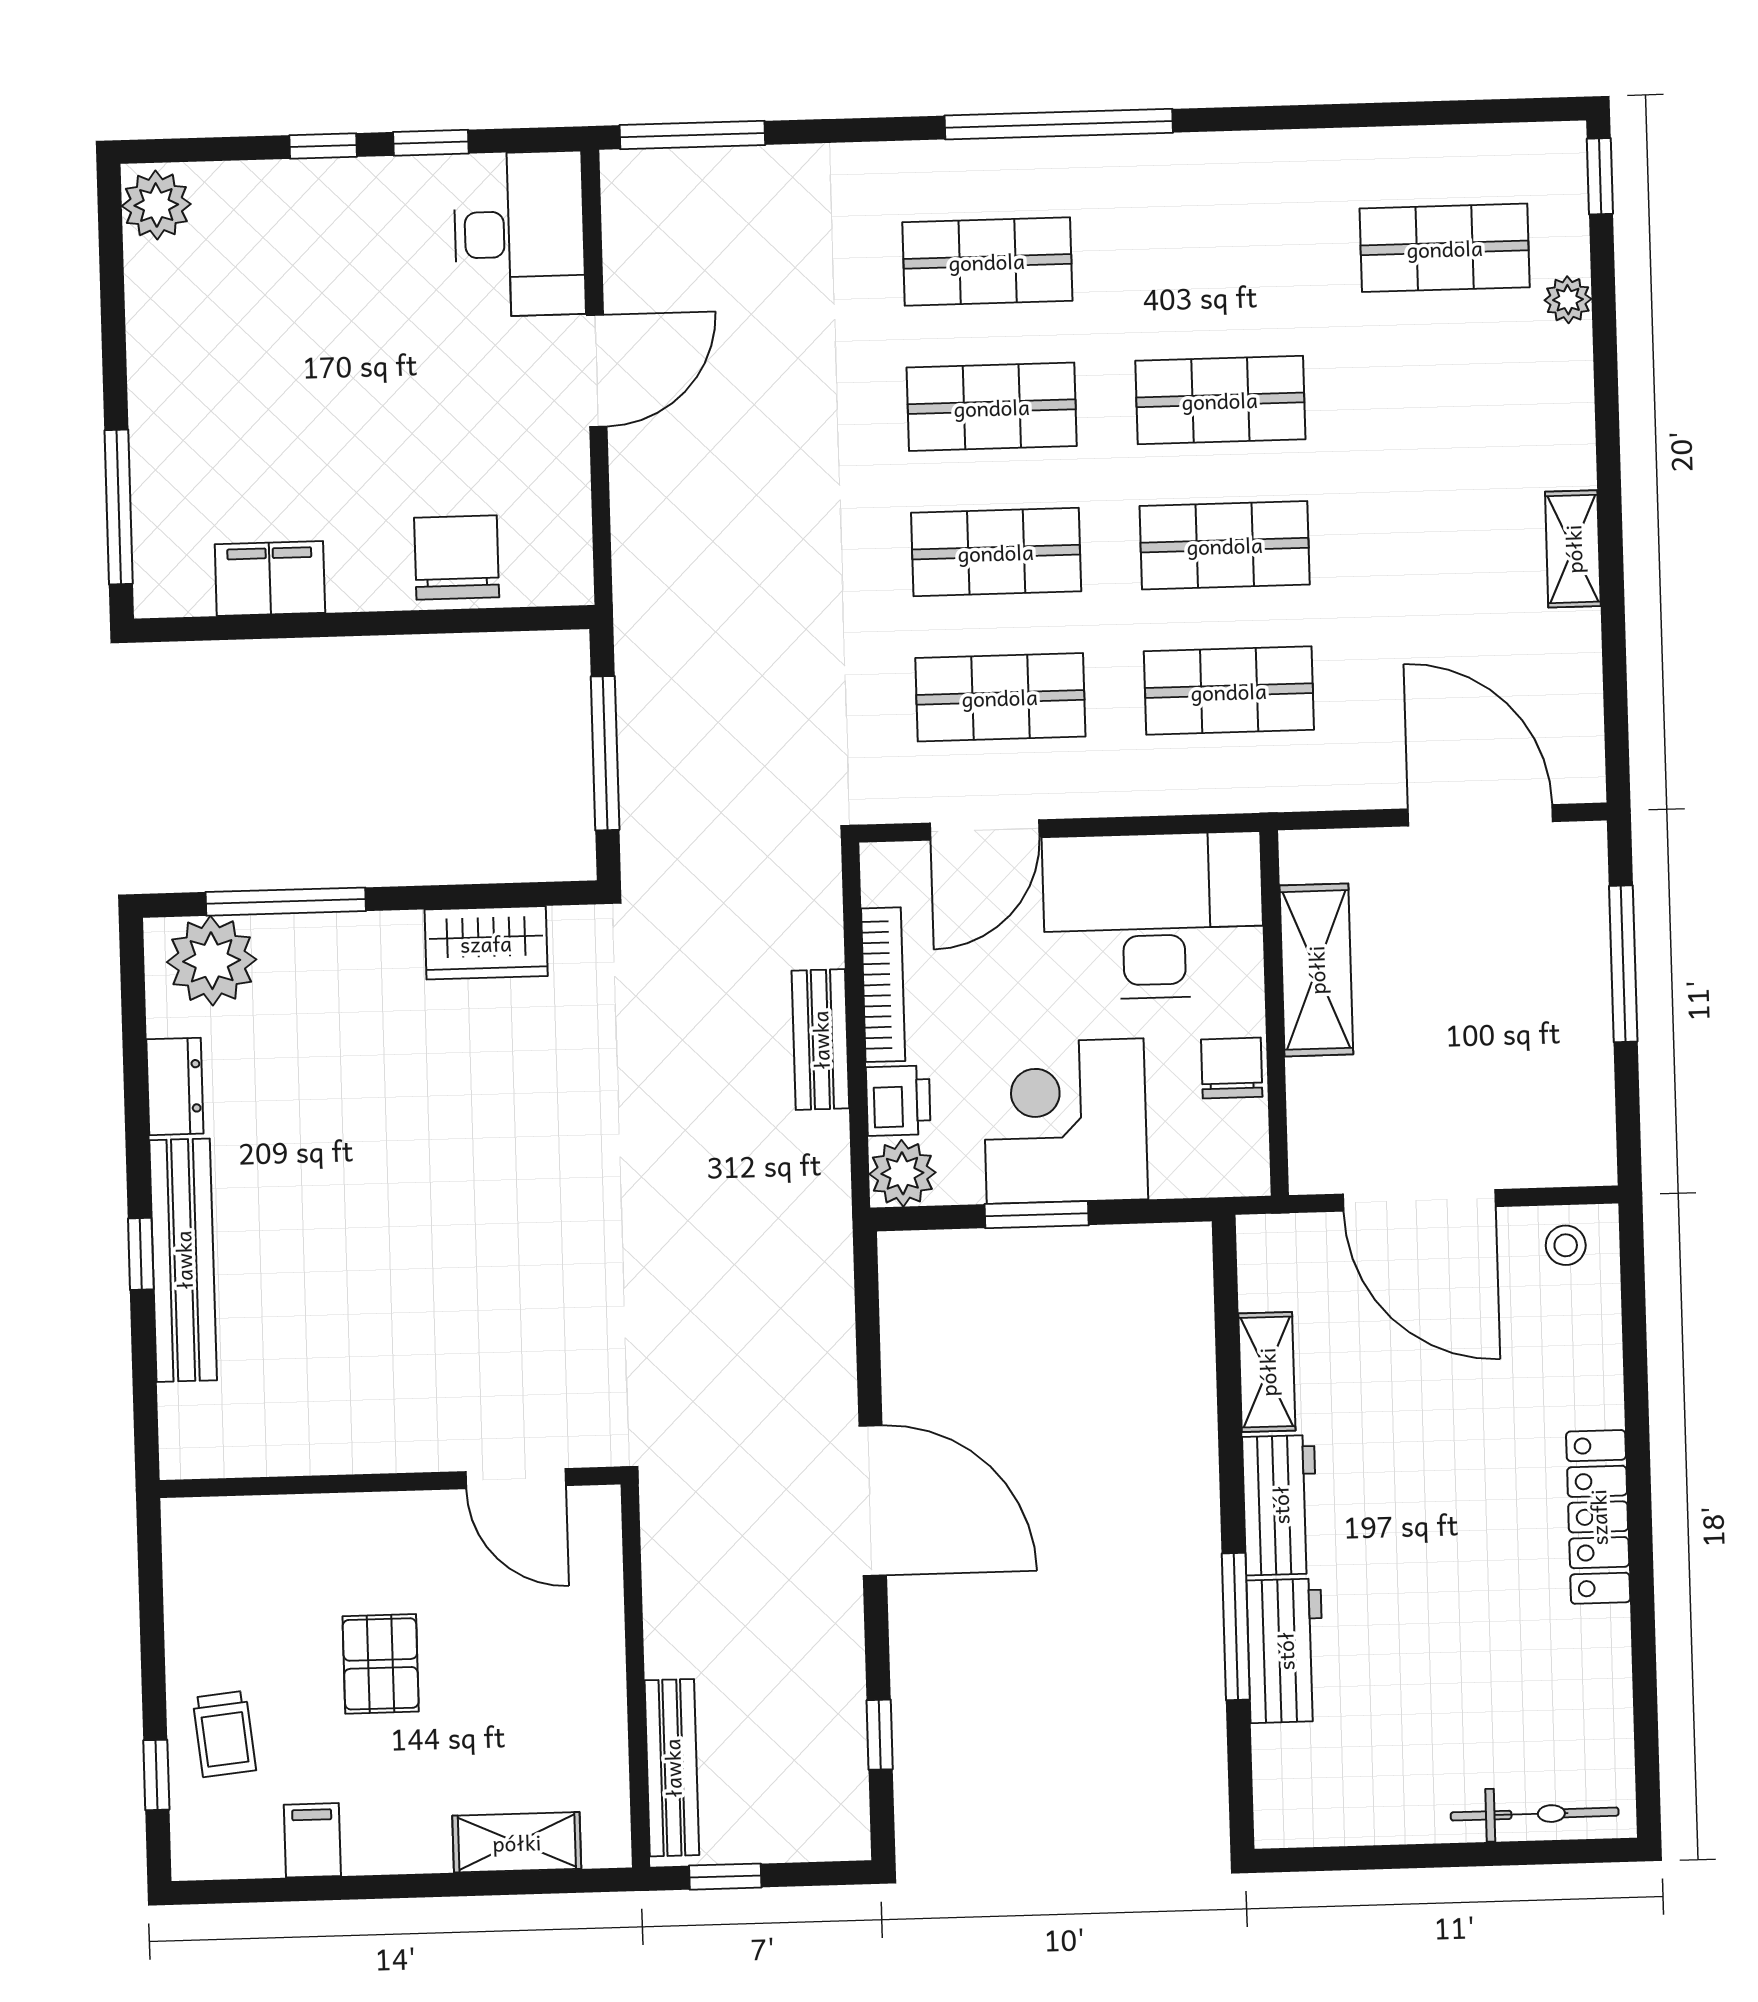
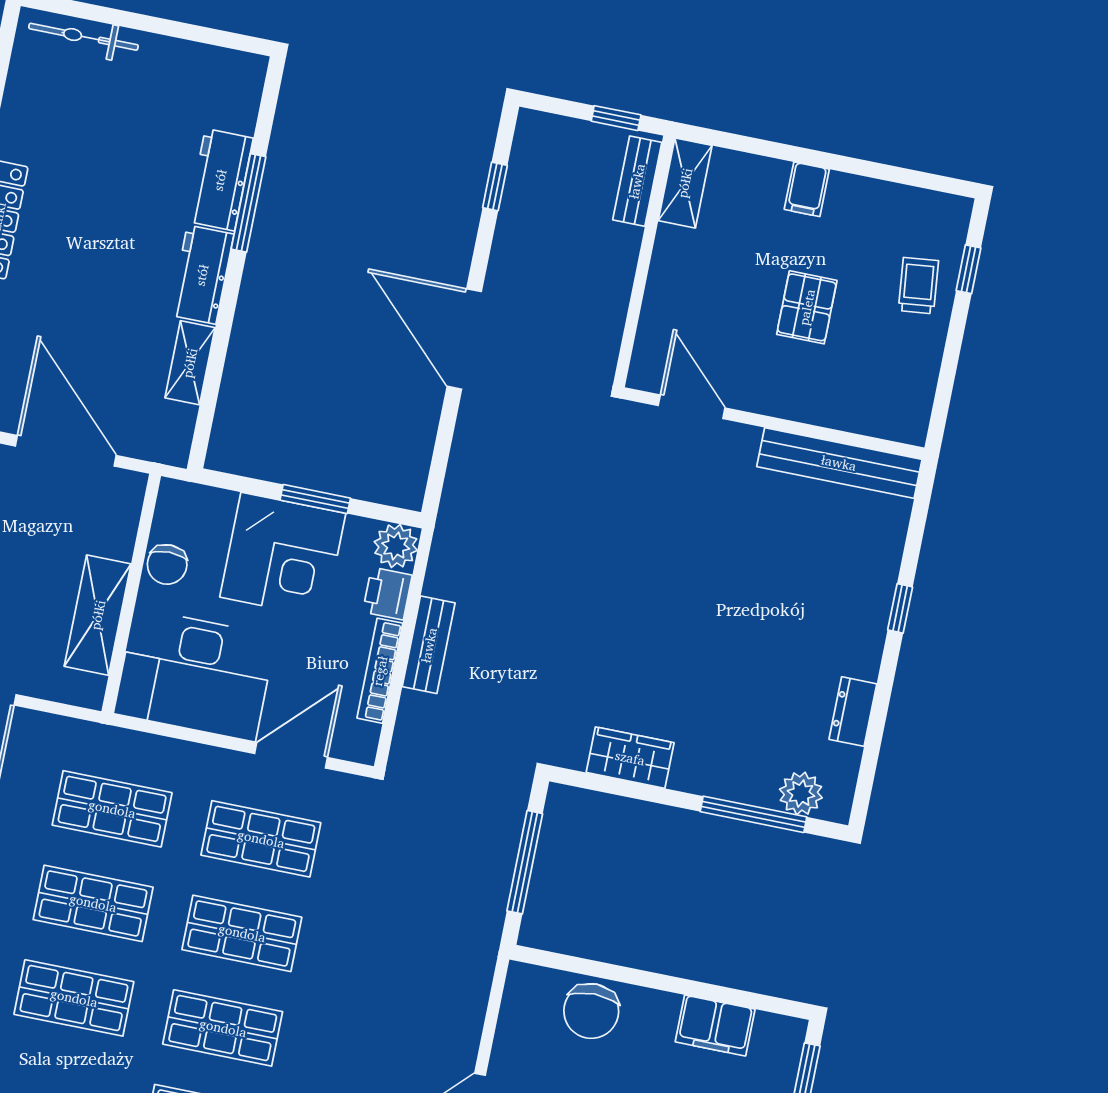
plant: (212, 961) -> (801, 793), width x0.73, depth x0.73
bench: (183, 1260) -> (839, 463), moved, turned 90
bench: (672, 1768) -> (637, 181), width x0.73
filing cabinet: (312, 1840) -> (807, 189), moved
shelving: (517, 1842) -> (685, 183), moved, turned 90

